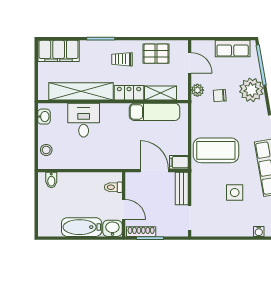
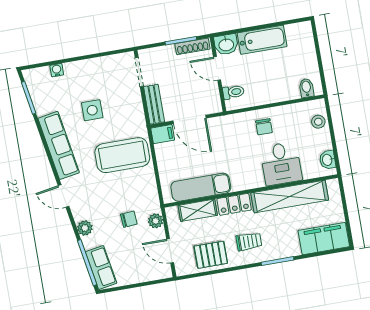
row of seats: (233, 49) -> (101, 268), moved, turned 80
plant: (251, 90) -> (85, 228), width x0.53, depth x0.53
chair: (93, 154) -> (264, 127), added

